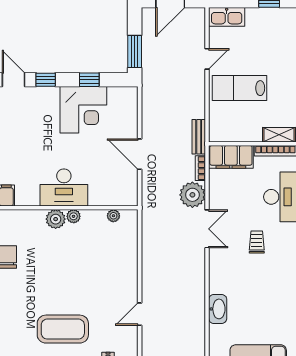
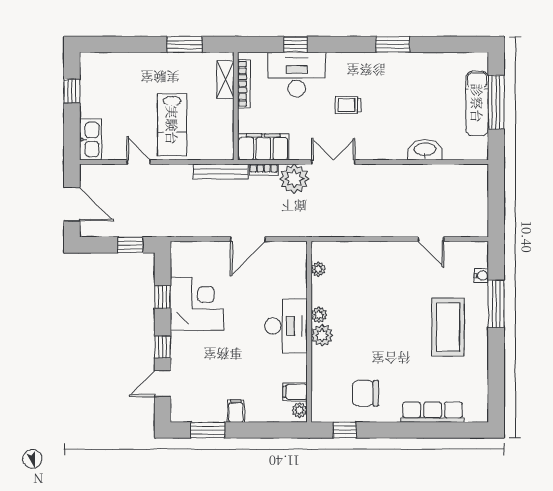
window: (135, 52) -> (130, 245), width x0.67
bench: (199, 137) -> (221, 172), width x1.36
filing cabinet: (231, 157) -> (263, 147), moved, turned -90

